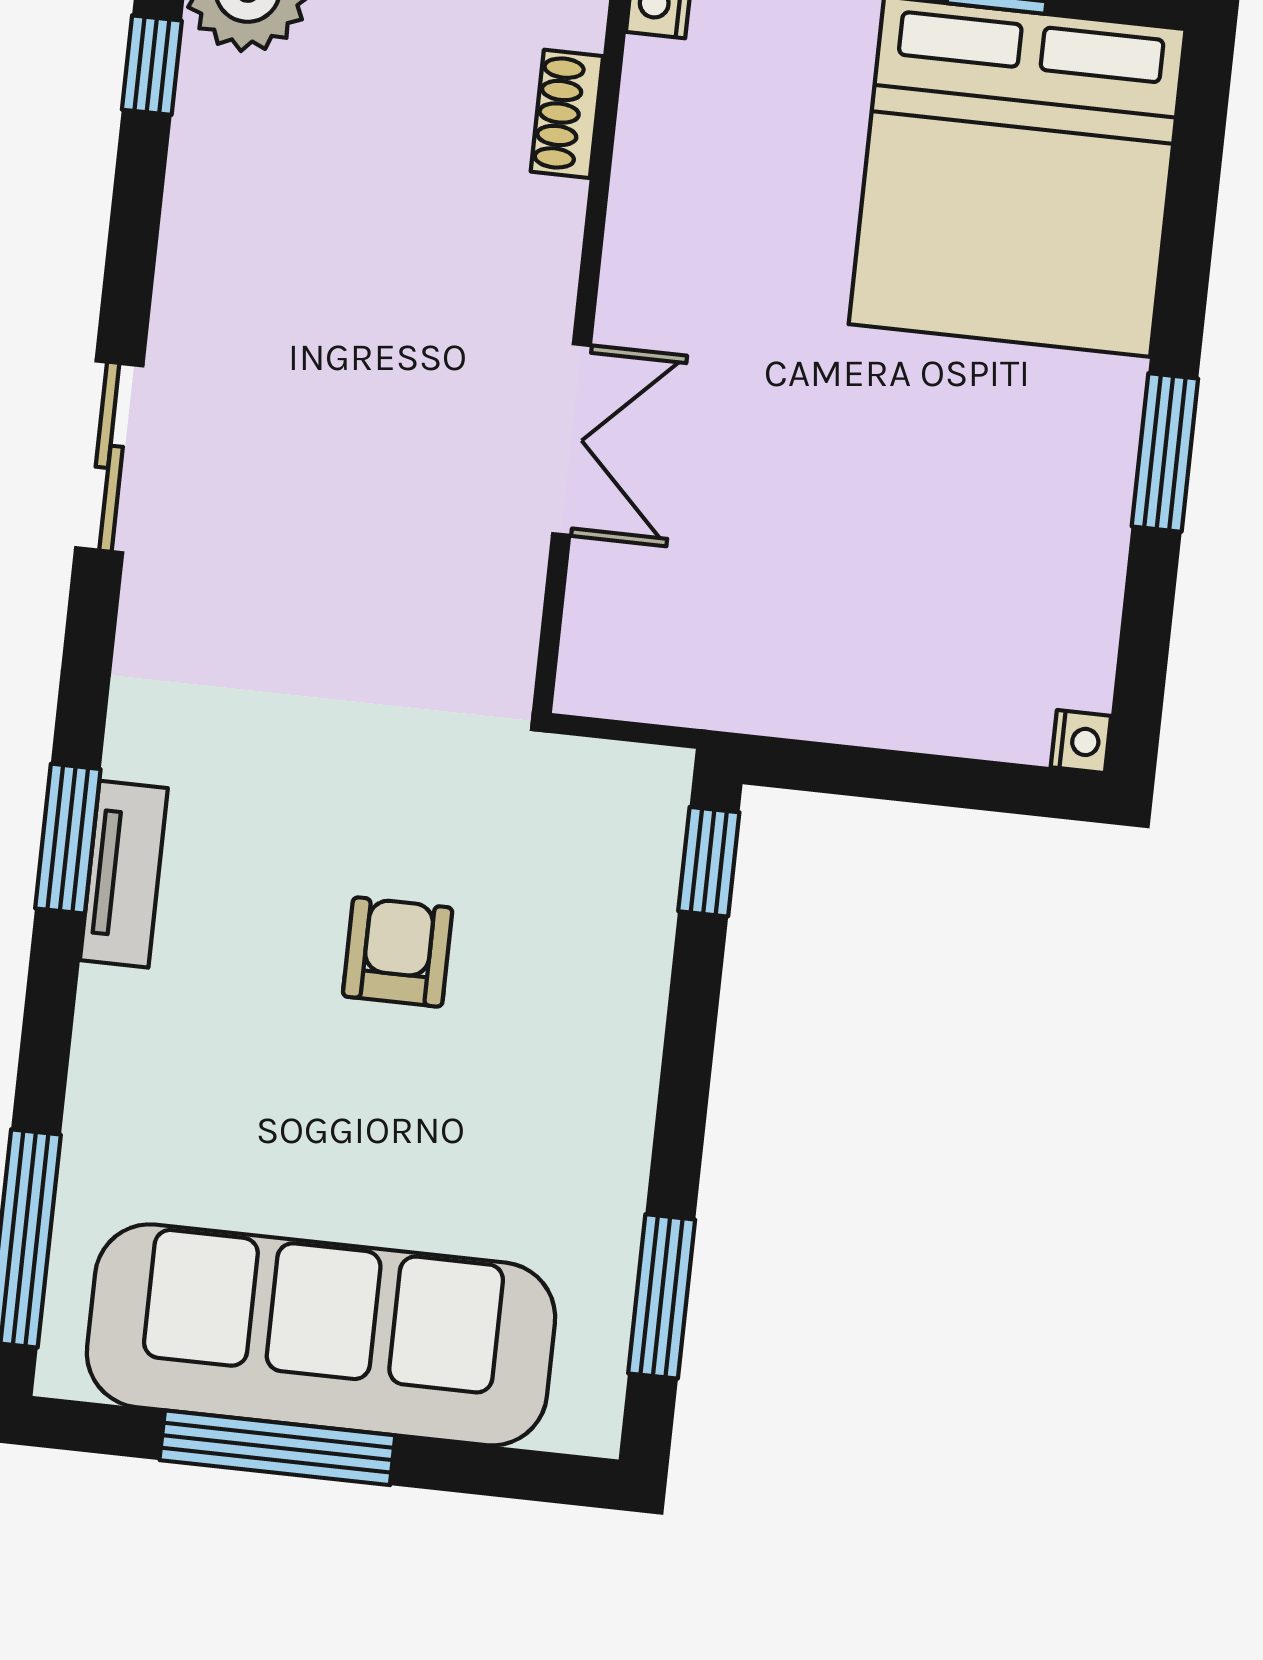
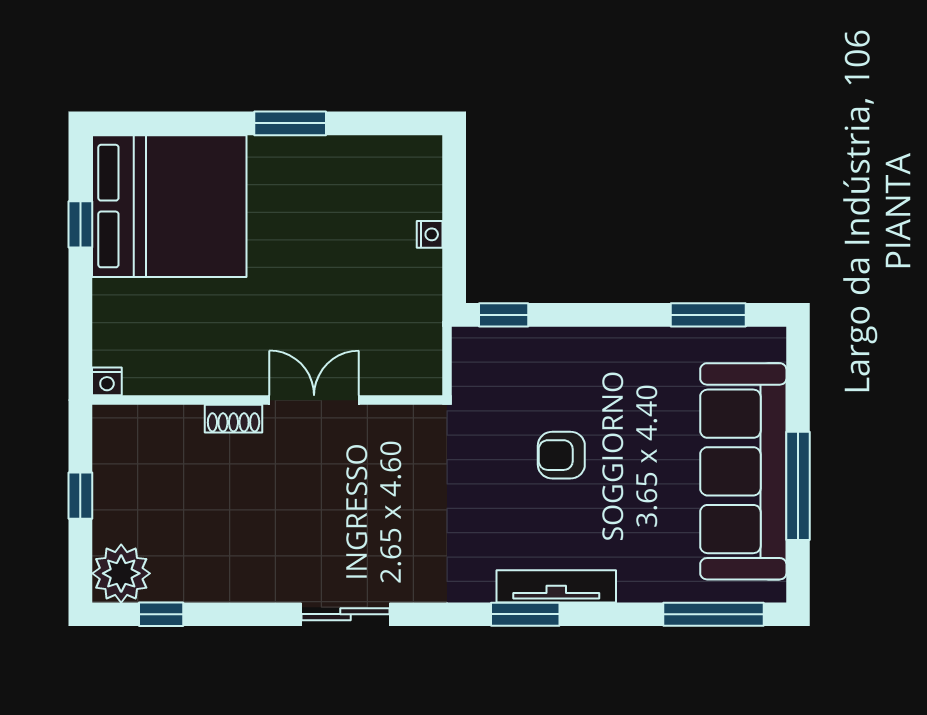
shoe rack: (567, 114) -> (234, 419), moved
nightstand: (1081, 742) -> (430, 234), moved, turned 90
tv unit: (124, 874) -> (556, 586), width x1.41

